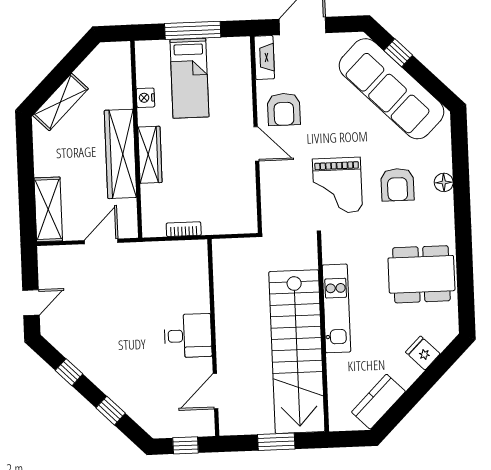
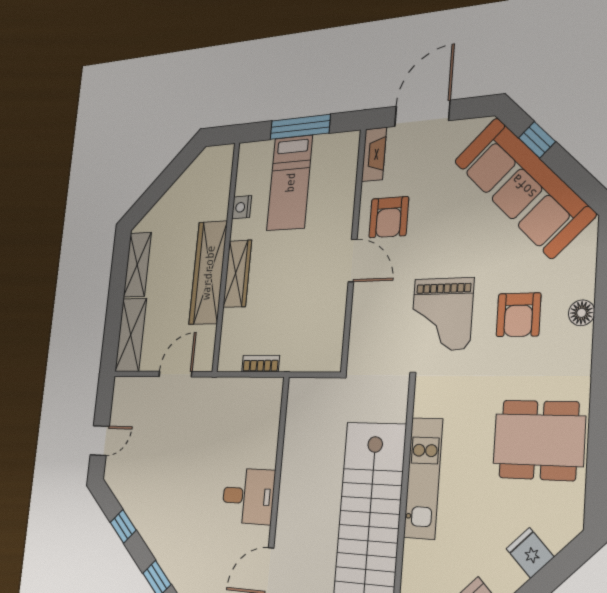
shelving: (60, 102) -> (137, 265), moved, turned -45

